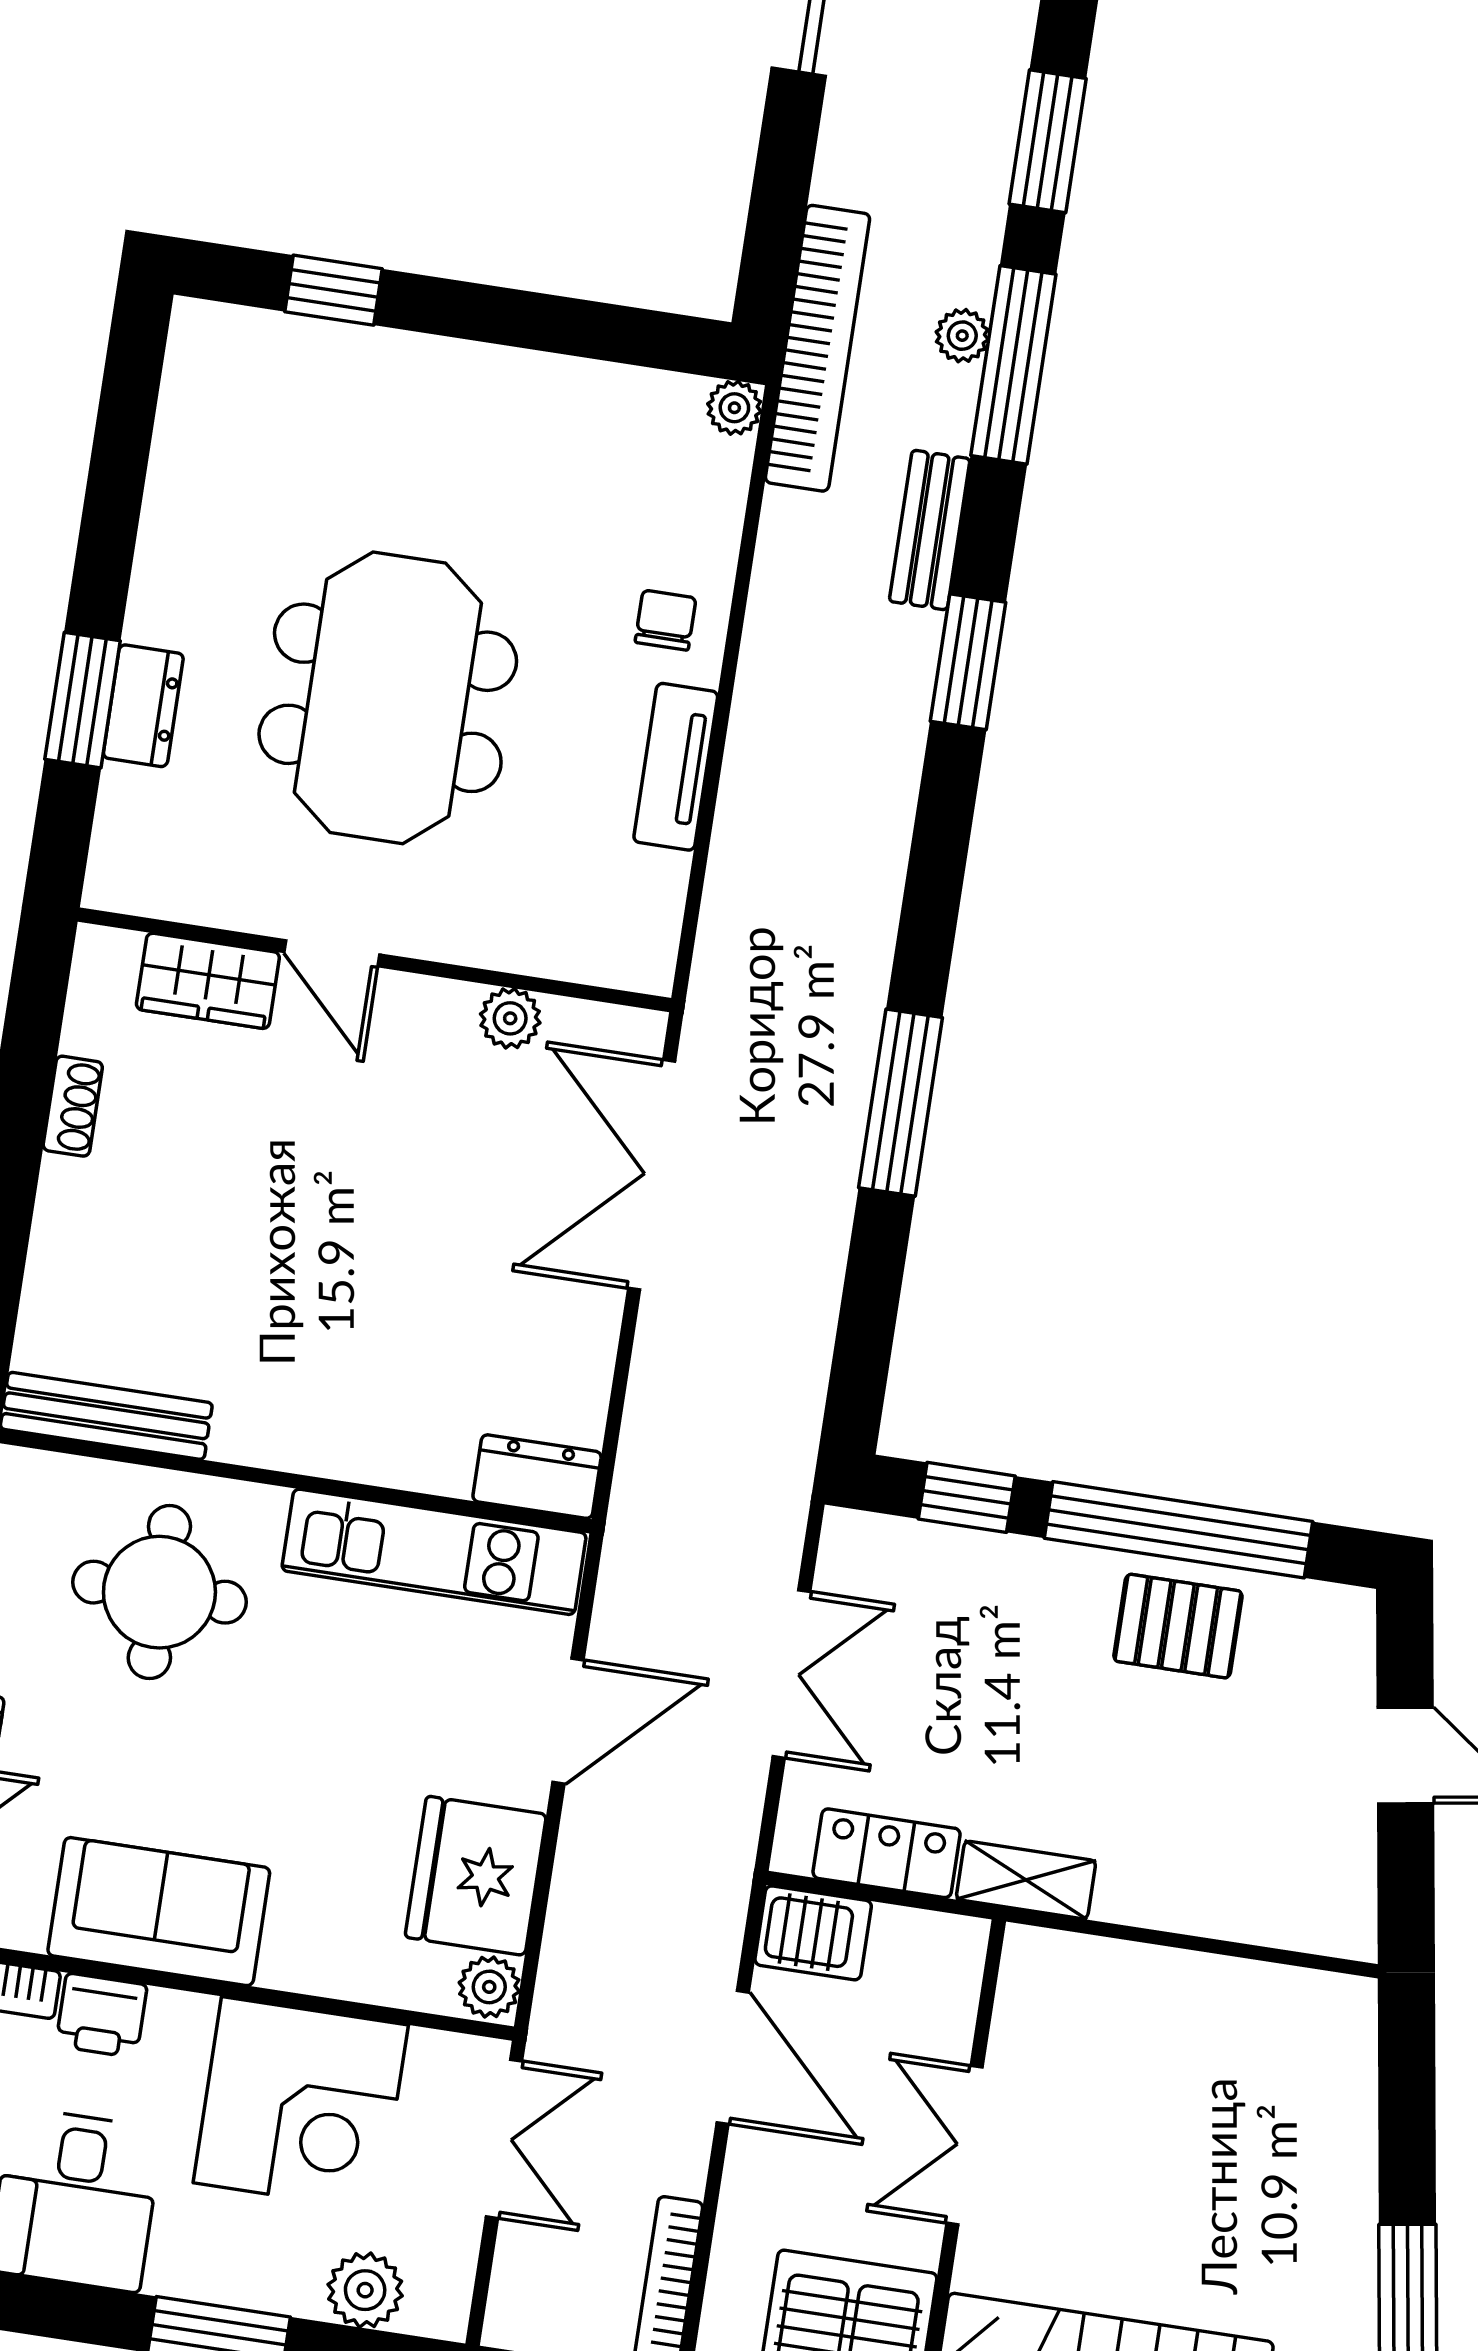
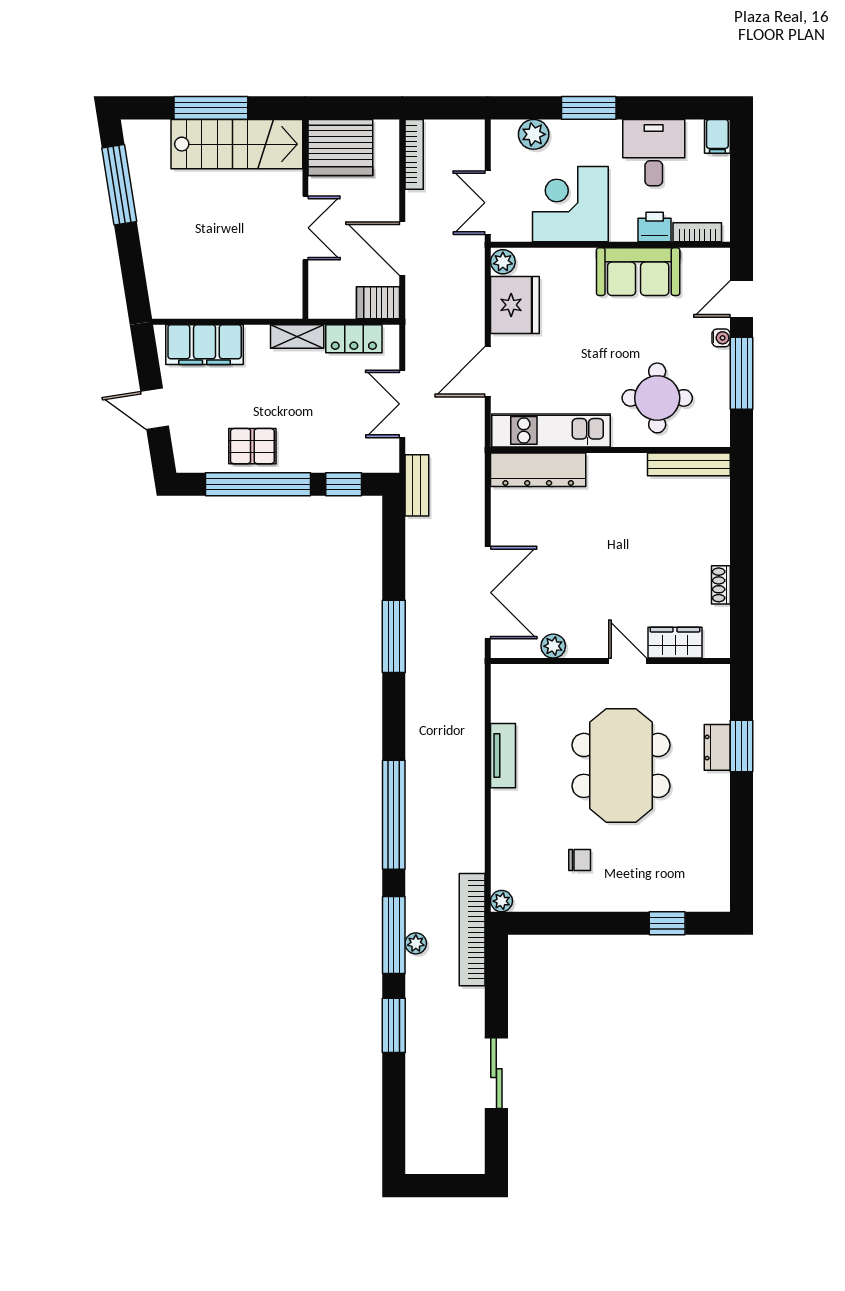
bench: (930, 530) -> (417, 485), moved
chair: (666, 620) -> (580, 860), moved, turned -90
window: (968, 662) -> (394, 815), width x2.11
dresser: (537, 1477) -> (538, 470), width x1.96, depth x1.24
filing cabinet: (1258, 1895) -> (205, 345), added

